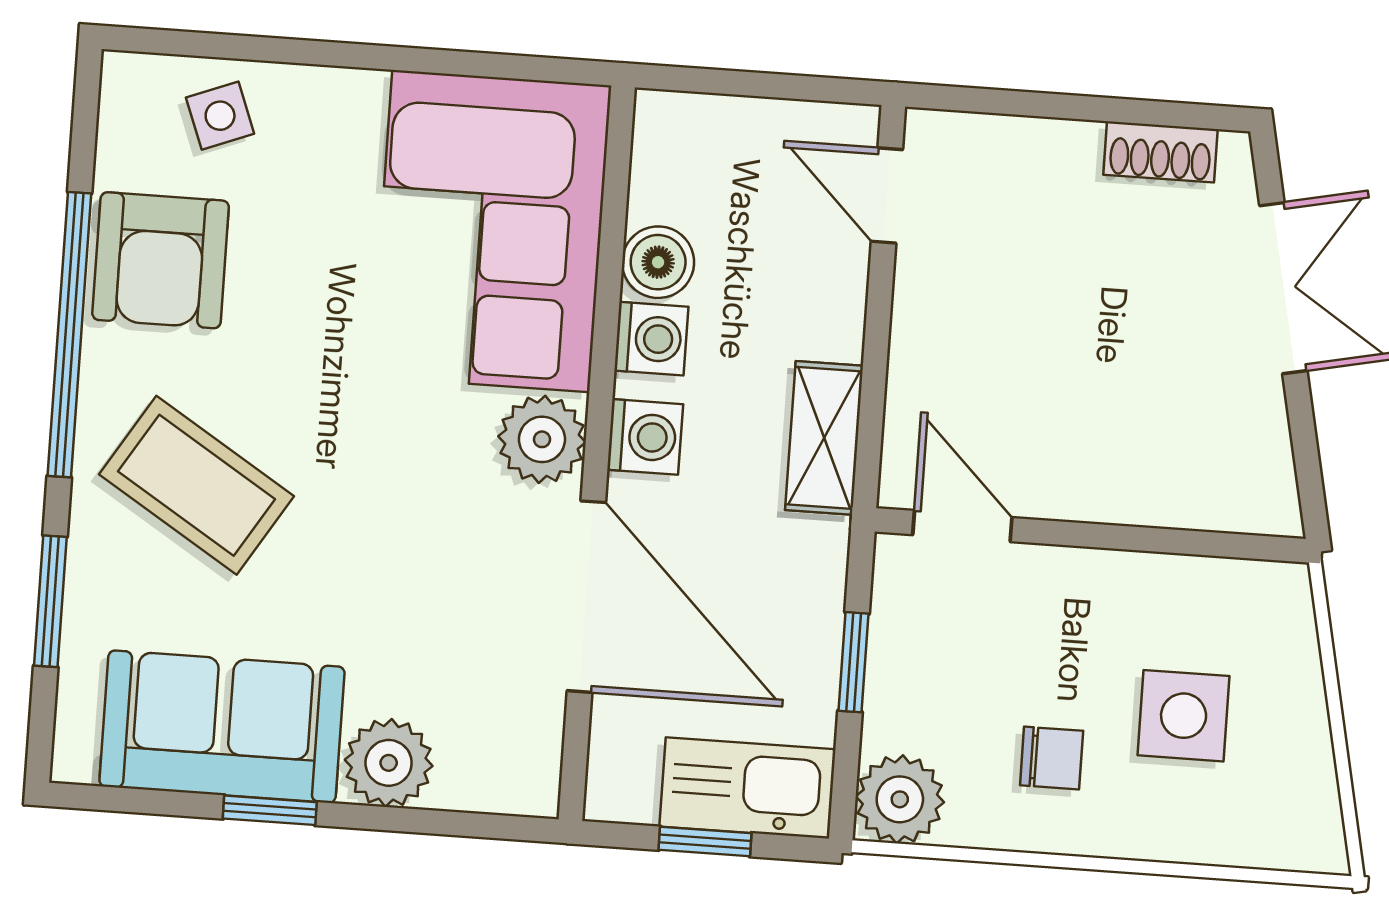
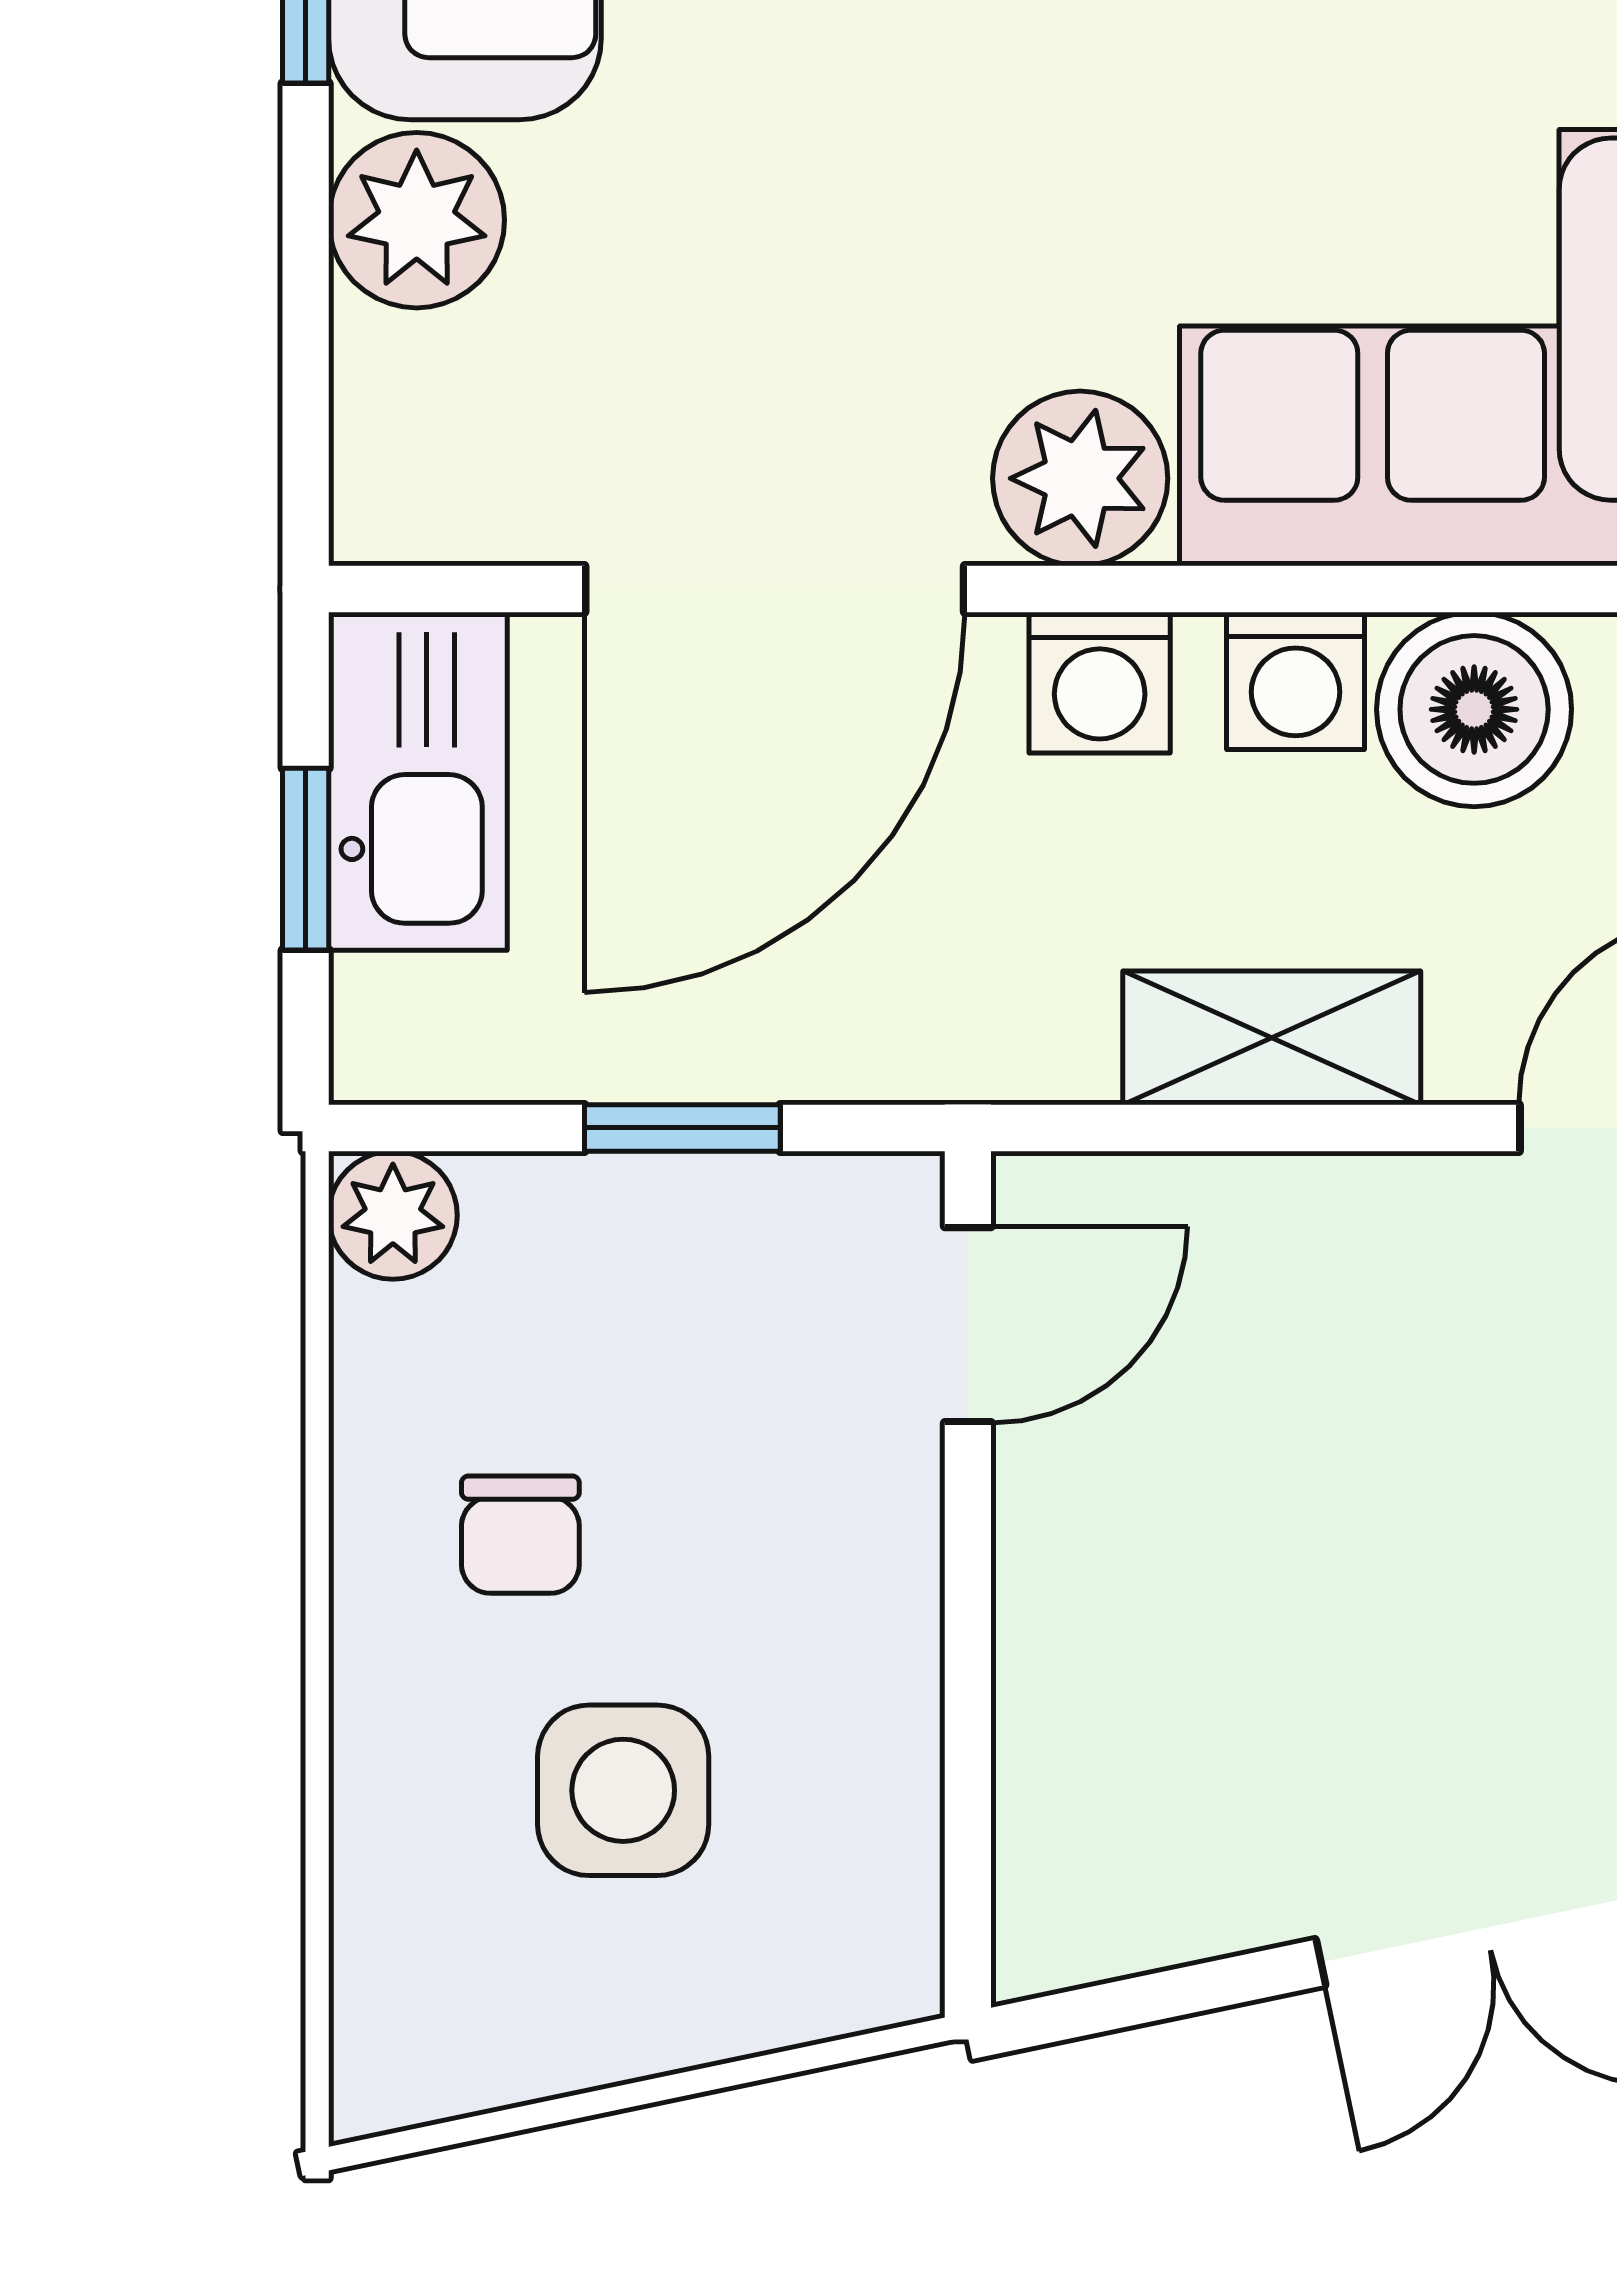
boiler: (658, 262) -> (1474, 709), width x1.36, depth x1.36
shelving: (824, 438) -> (1272, 1038), moved
kitchen sink: (748, 788) -> (418, 781), moved
plant: (900, 799) -> (393, 1215), width x0.73, depth x0.73

